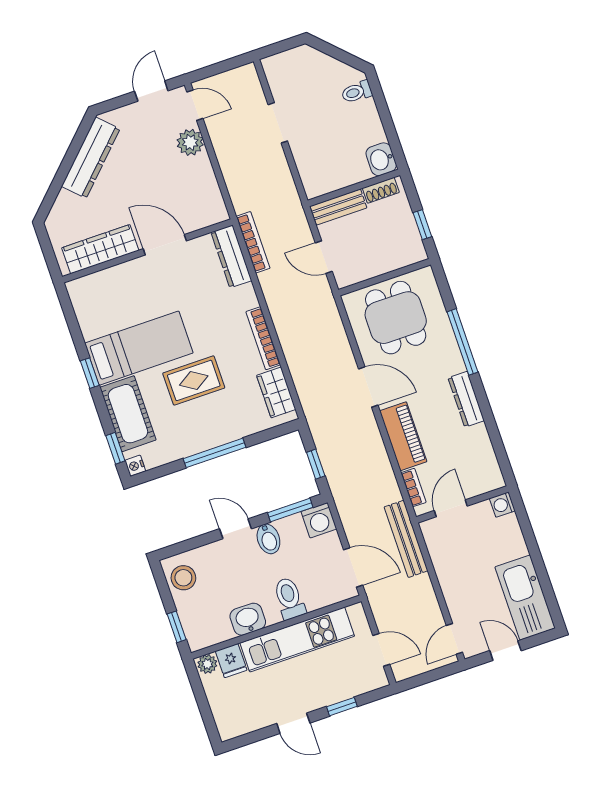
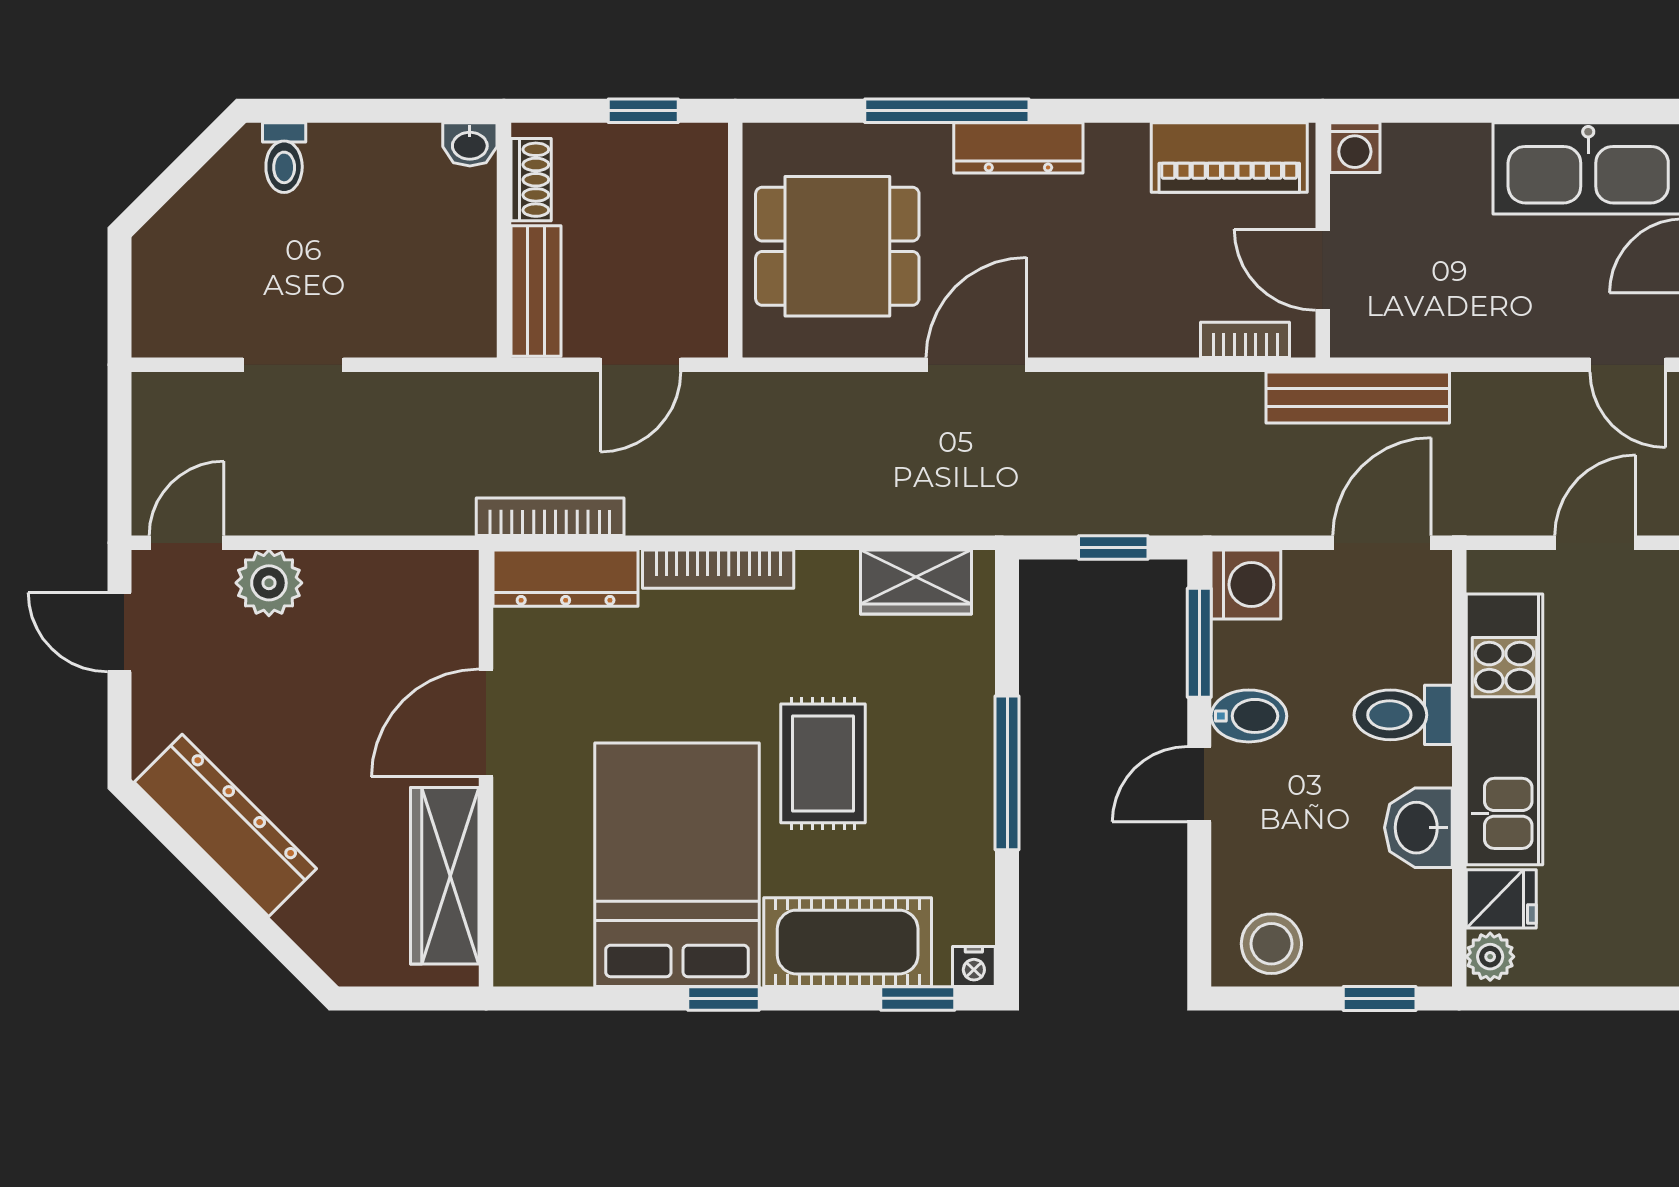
washbasin: (381, 159) -> (470, 144), width x0.72, depth x0.69
bookcase: (263, 338) -> (718, 569), moved
bed: (139, 348) -> (677, 865), width x1.50
dresser: (466, 399) -> (1018, 148), moved
piano: (403, 436) -> (1229, 157), moved, turned 180

